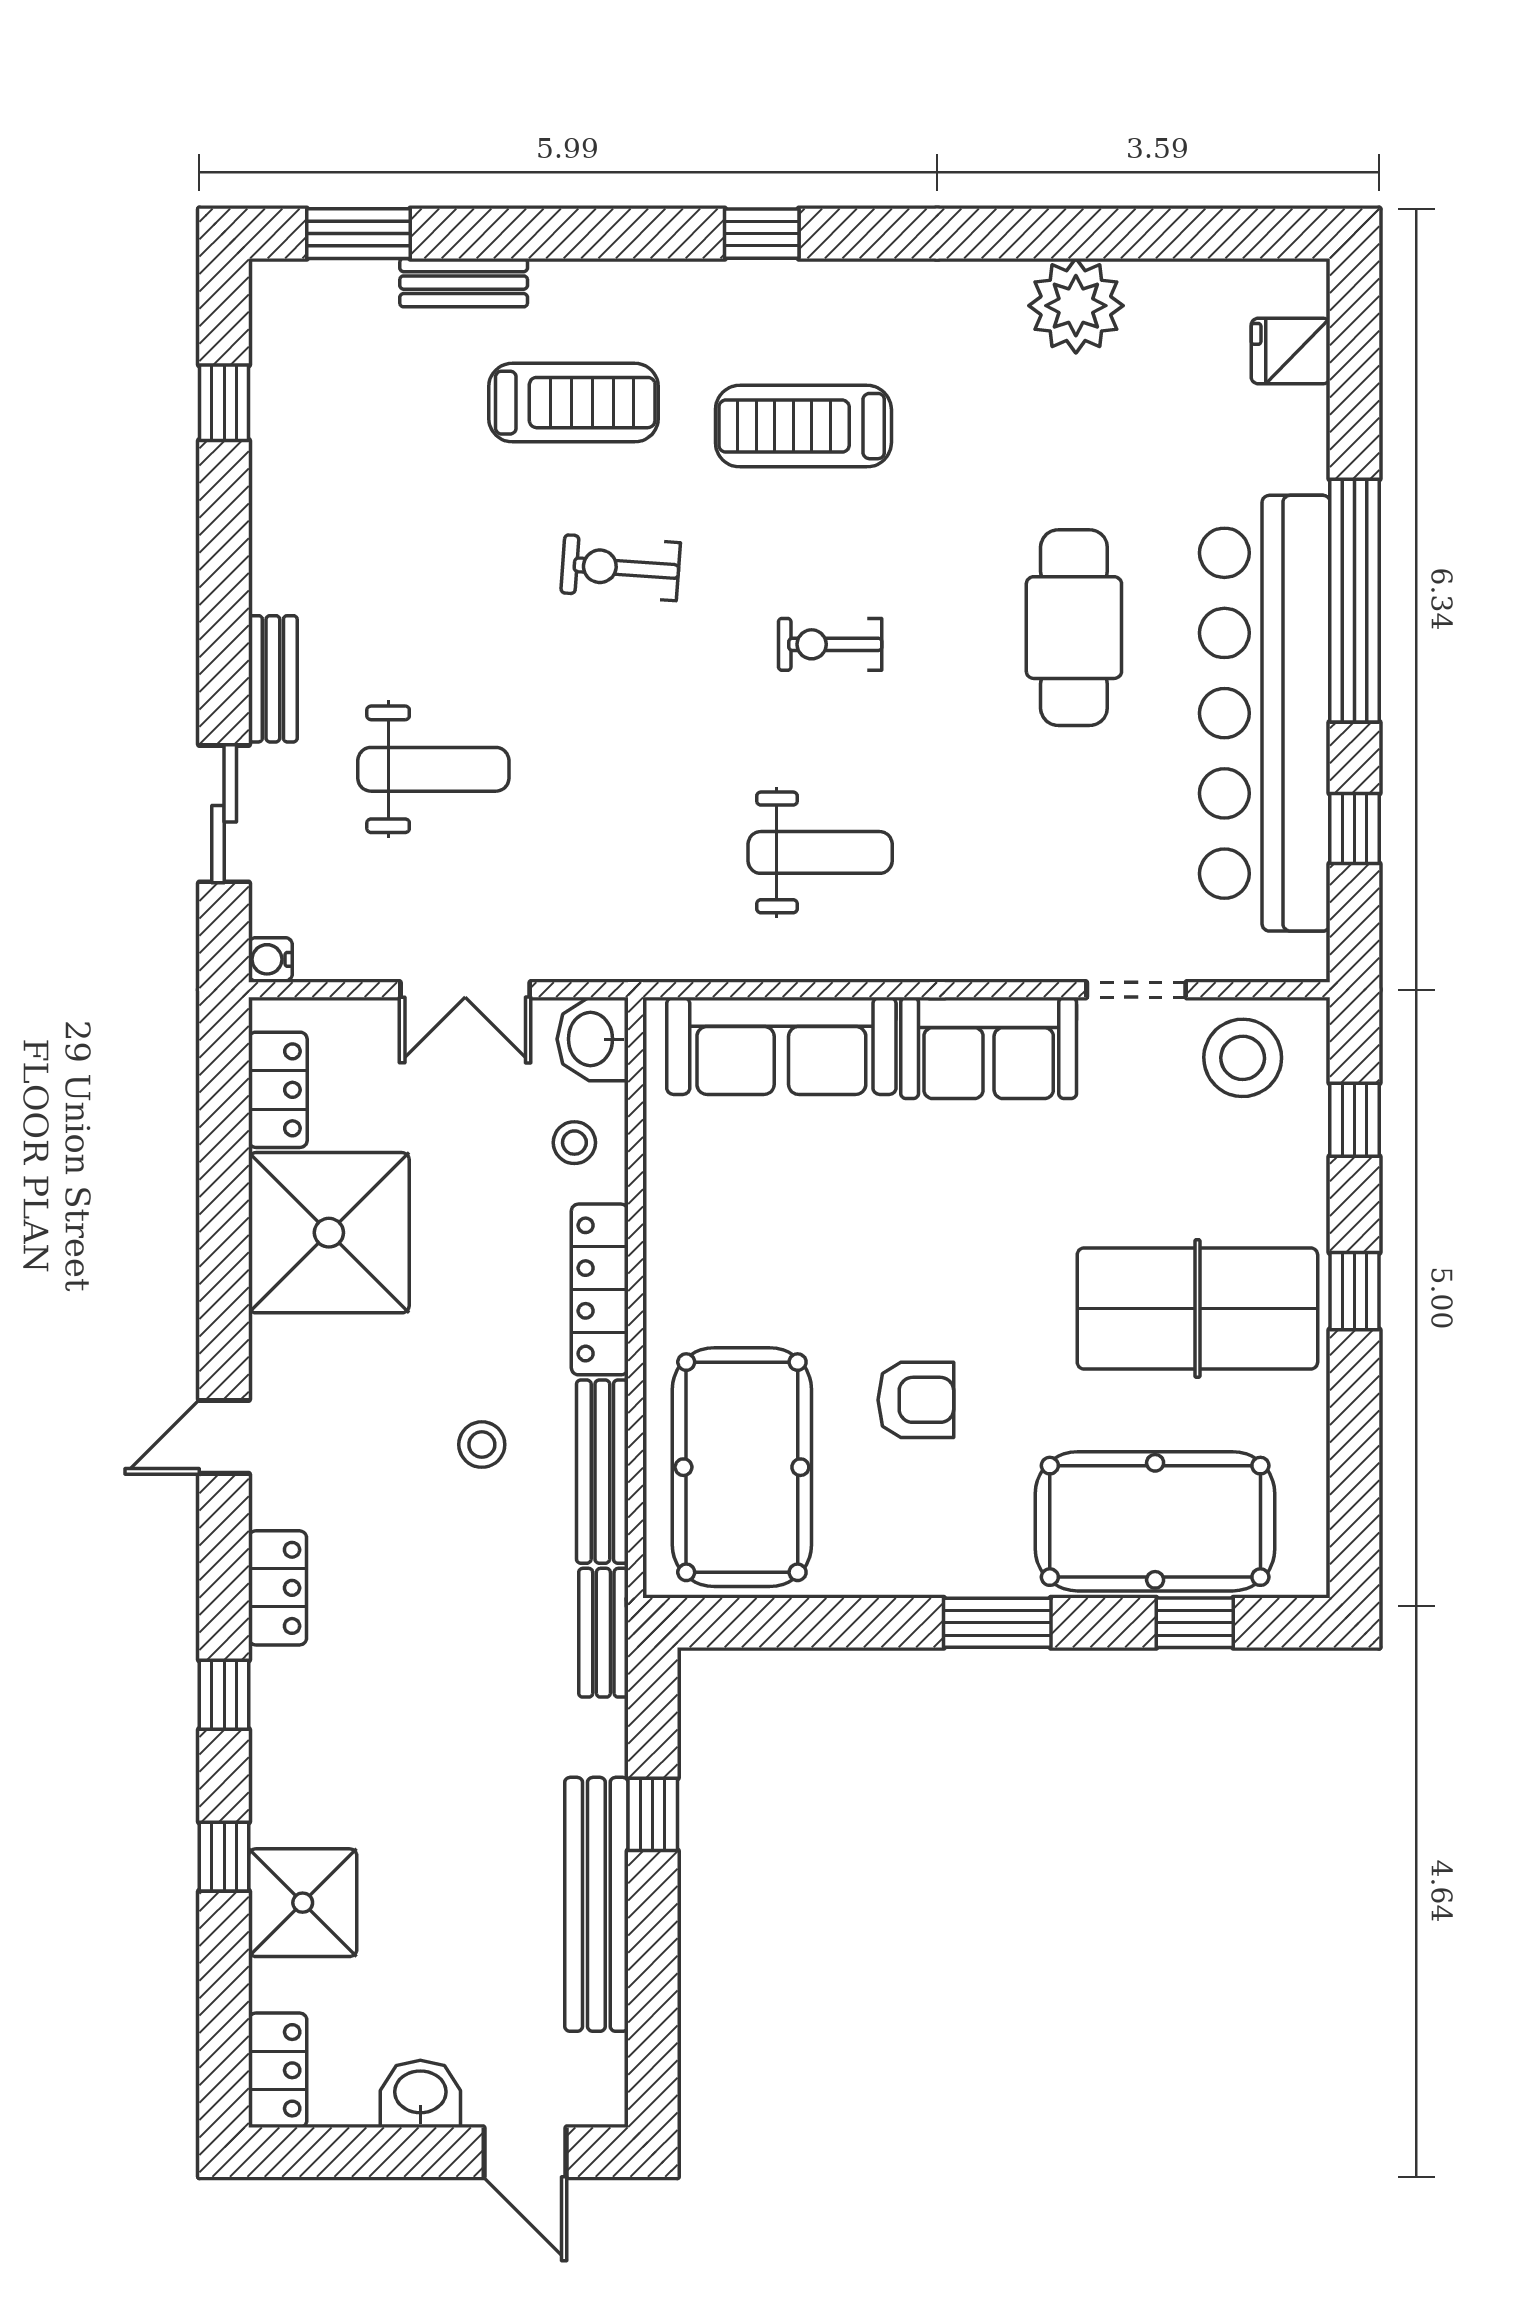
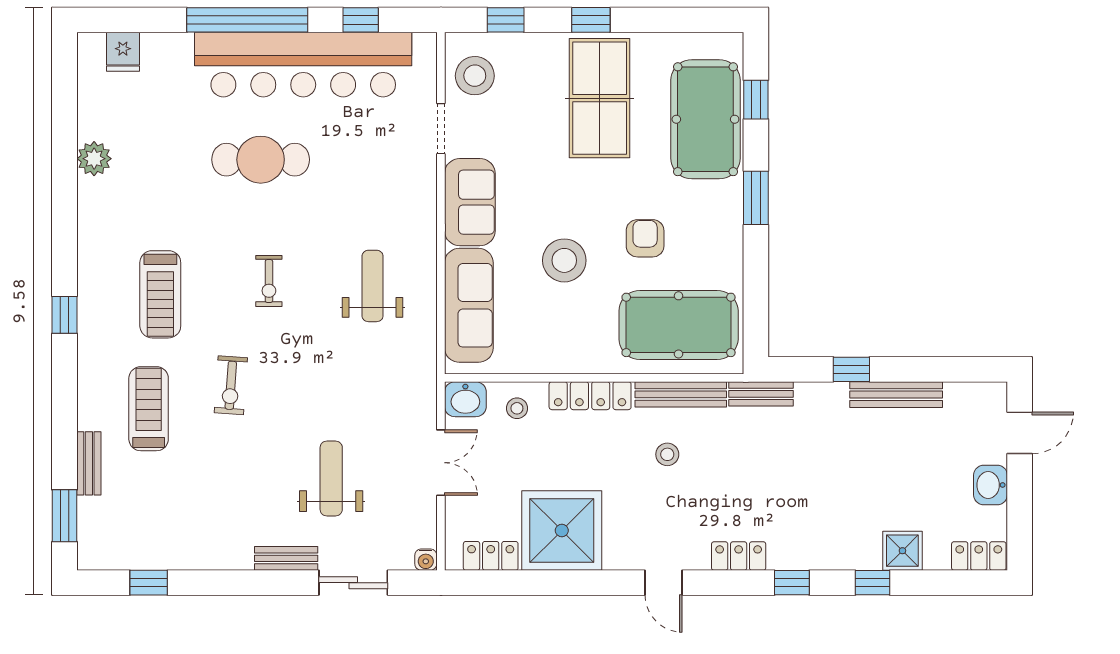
plant: (1076, 306) -> (94, 159), width x0.73, depth x0.73
stool: (871, 1238) -> (564, 260), added
shower: (303, 1903) -> (902, 551), width x0.73, depth x0.73
bench: (596, 1904) -> (896, 395), width x0.73, depth x0.82

